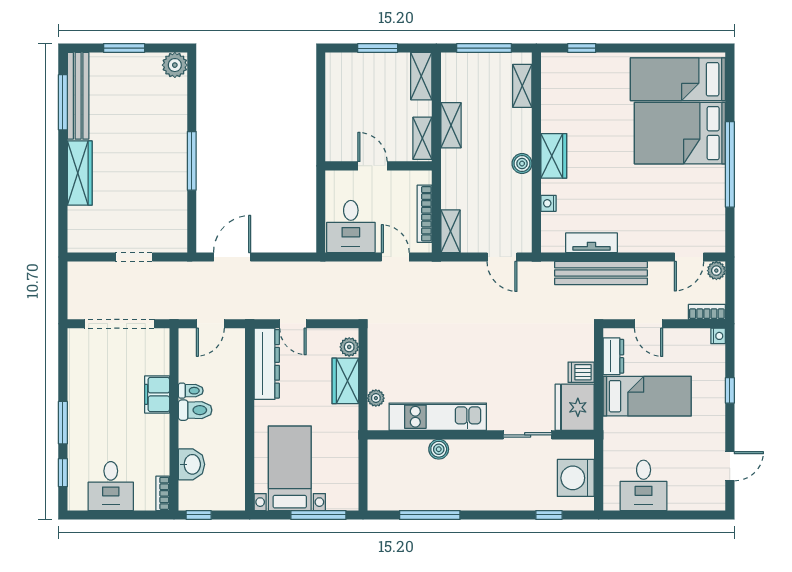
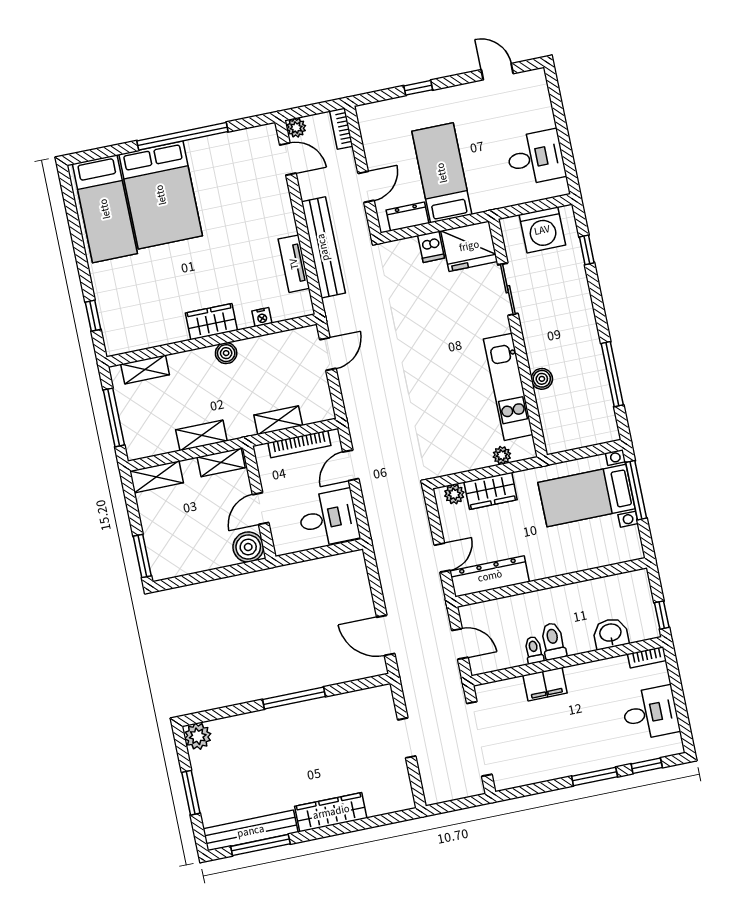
window: (378, 48) -> (142, 556), moved
boiler: (339, 147) -> (248, 547), added
shelving: (450, 231) -> (278, 420), moved
nightstand: (718, 336) -> (364, 112), removed
bed with nightstands: (290, 468) -> (586, 496), moved

